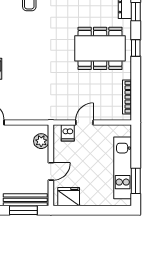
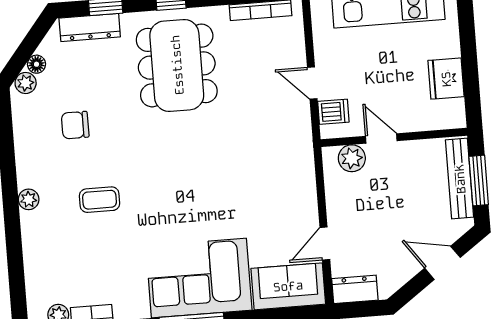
door: (51, 171) -> (381, 138), moved
fridge: (69, 197) -> (446, 79), moved

